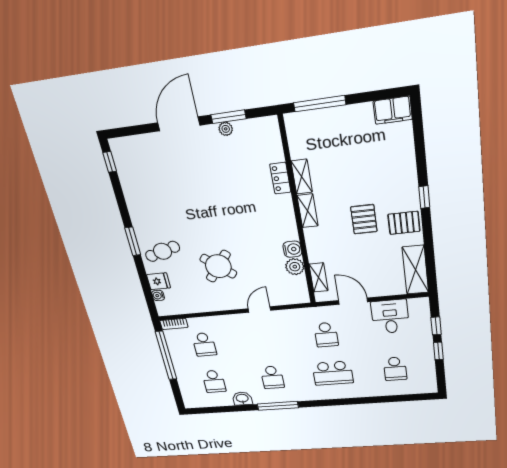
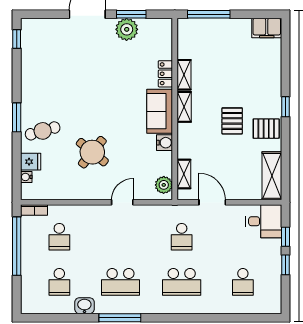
plant: (226, 129) -> (127, 29), width x1.88, depth x1.88
sofa: (281, 218) -> (160, 111), added
plant: (295, 267) -> (164, 185), moved
desk: (390, 317) -> (264, 221), moved, turned 90
school desk: (272, 377) -> (120, 282), width x1.85

